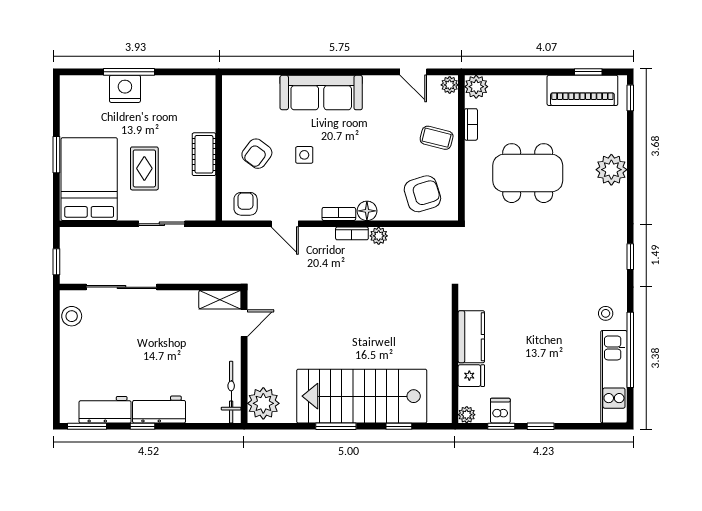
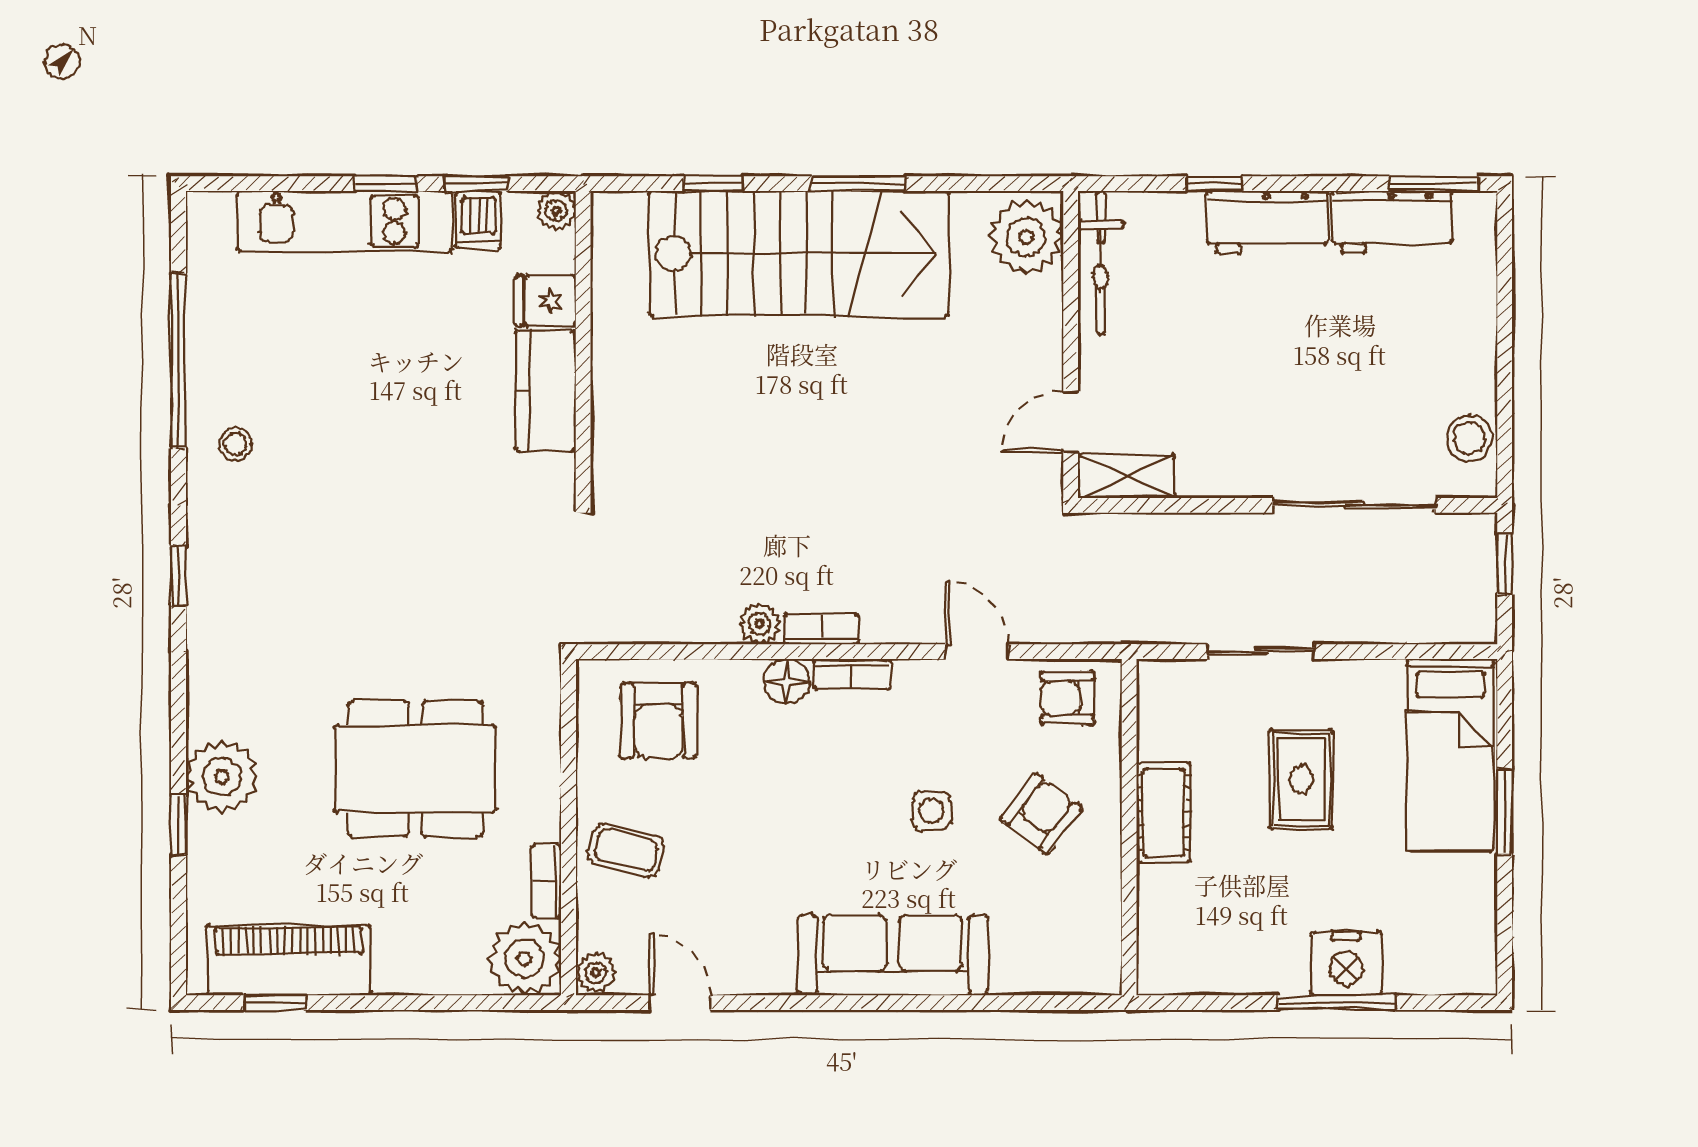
plant: (476, 87) -> (525, 959), width x1.36, depth x1.36
window: (630, 98) -> (178, 825), moved
bed: (89, 179) -> (1450, 755), width x0.67
armchair: (422, 194) -> (659, 721), turned -73
armchair: (246, 204) -> (1067, 698), turned 90
kitchen unit: (614, 377) -> (345, 221), moved, turned 90
window: (143, 426) -> (1215, 184), moved

